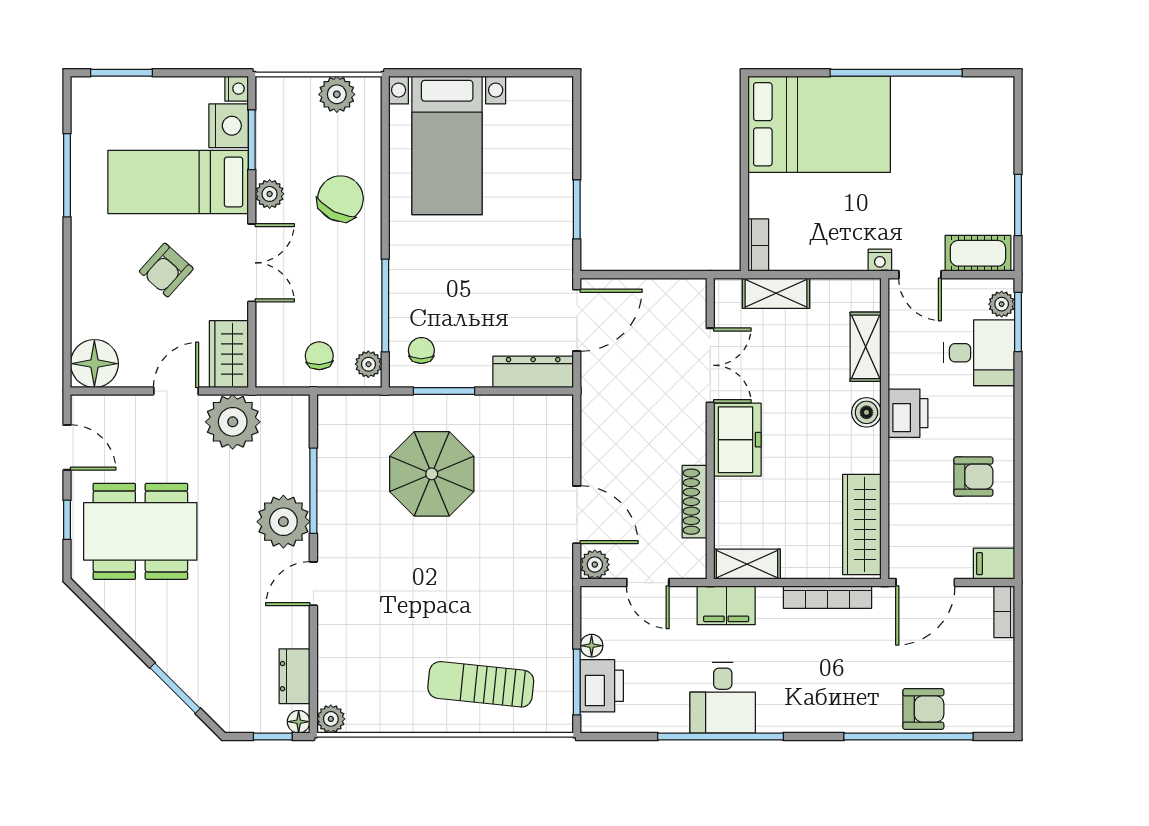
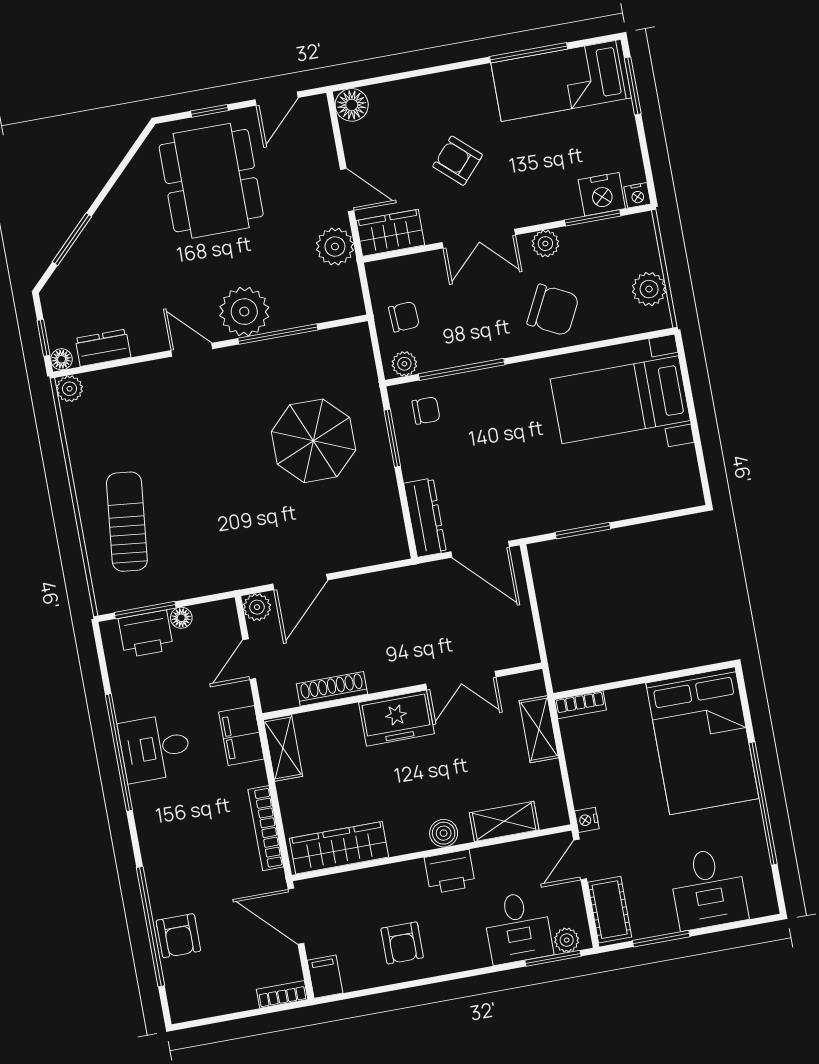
desk: (975, 146) -> (708, 889), added
bed: (178, 182) -> (561, 80), moved, turned -90
floor lamp: (94, 364) -> (352, 105), width x0.73, depth x0.73
plant: (233, 422) -> (335, 247), width x0.73, depth x0.73

